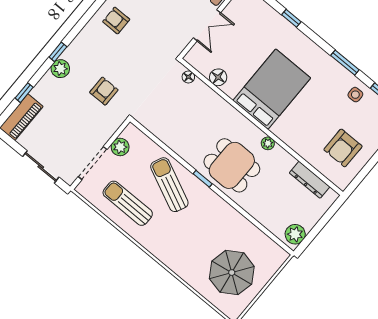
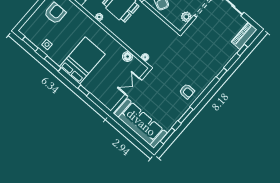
plant: (60, 69) -> (220, 64), removed
bed: (272, 89) -> (82, 60), moved, turned 180
armchair: (104, 91) -> (195, 50), removed

